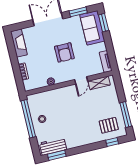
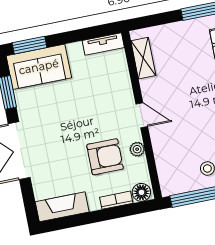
armchair: (64, 52) -> (105, 157), moved
door: (81, 80) -> (142, 115), moved
floor lamp: (28, 85) -> (141, 192), added

